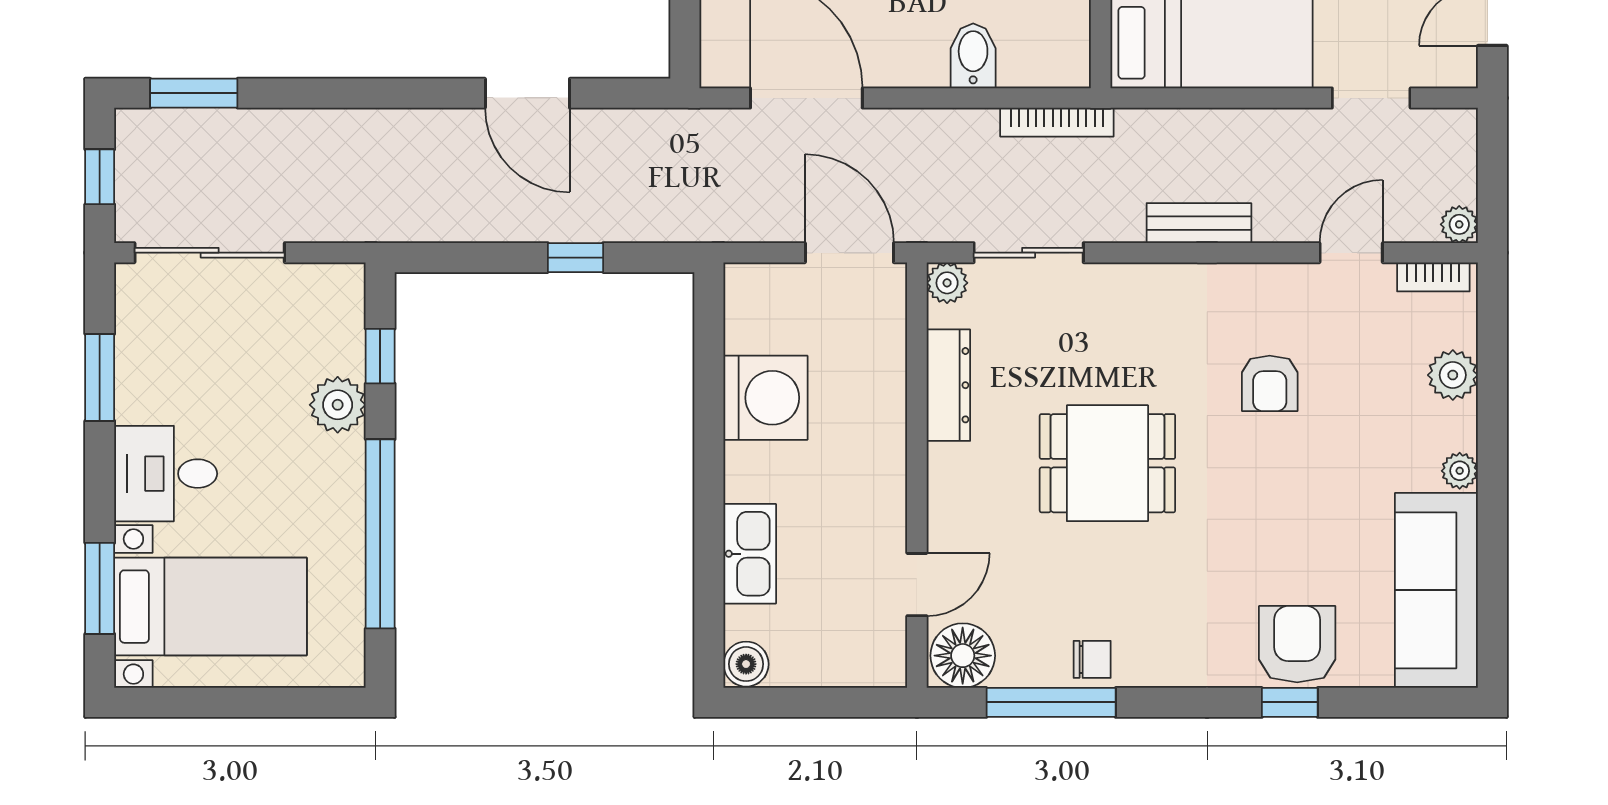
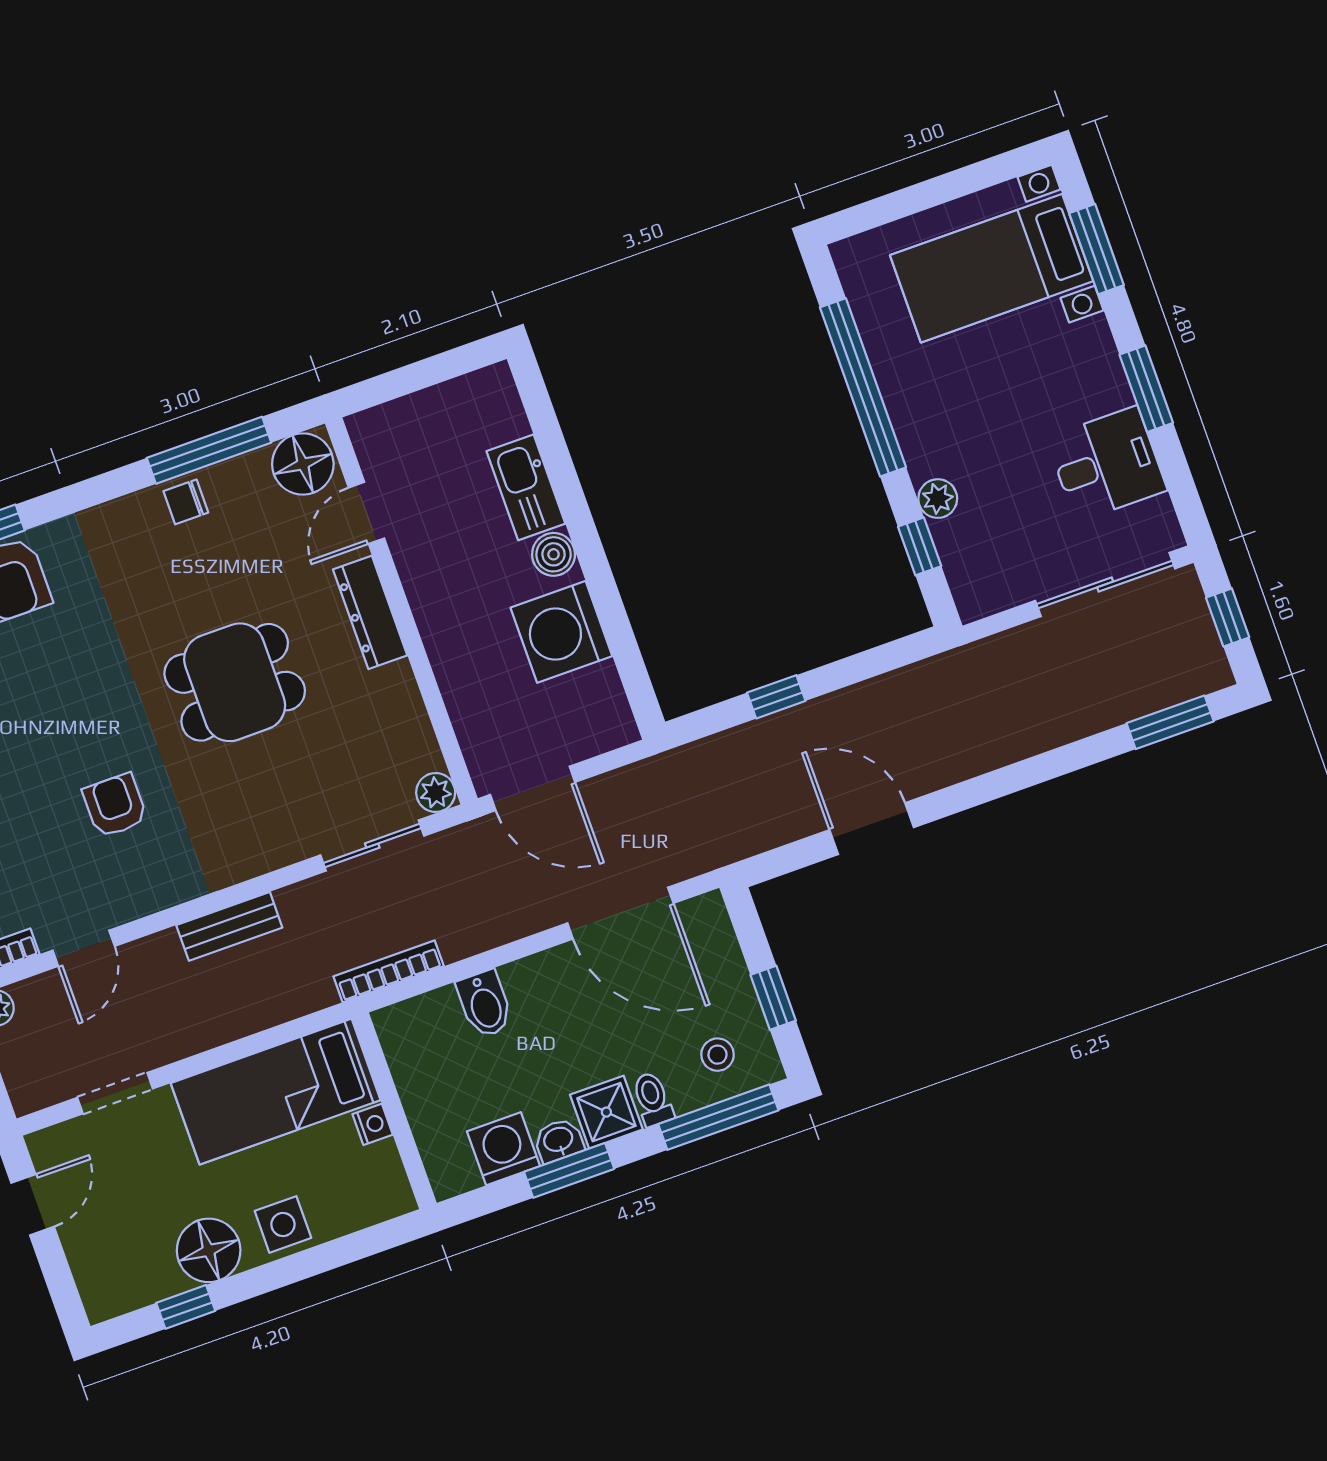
window: (100, 377) -> (1146, 389), moved
dresser: (948, 385) -> (370, 612), moved
plant: (338, 405) -> (938, 499), width x0.73, depth x0.73
desk: (166, 474) -> (1107, 464), moved
boiler: (746, 664) -> (554, 554), moved

